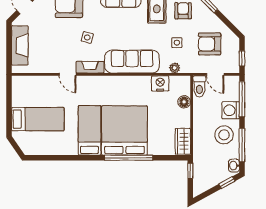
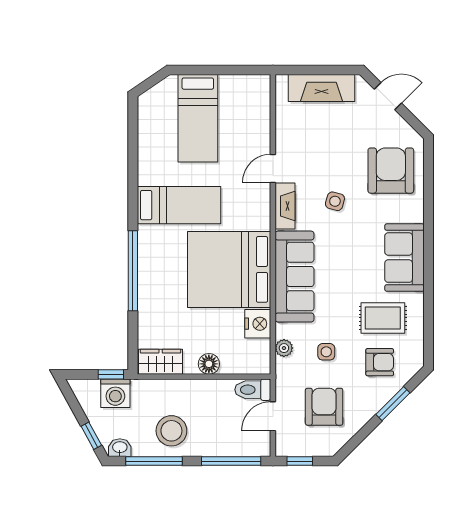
floor lamp: (184, 102) -> (209, 364), moved
washing machine: (231, 110) -> (115, 393), moved, turned 180
bed: (124, 130) -> (229, 269), moved, turned 180

